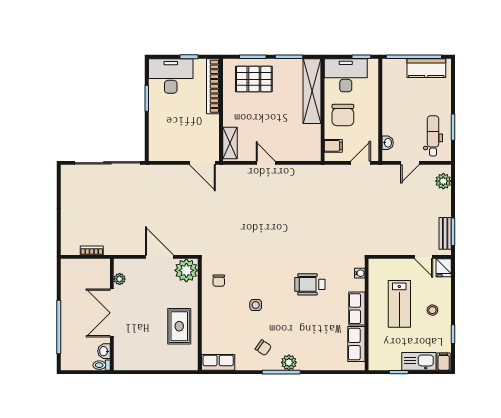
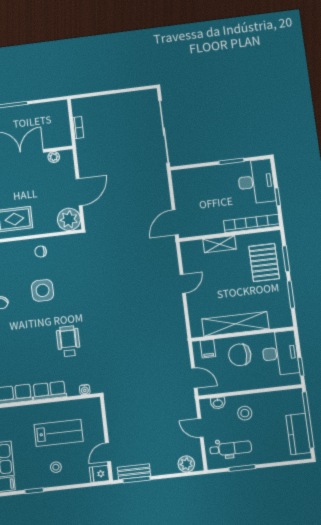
shelving: (312, 91) -> (235, 324), moved
stool: (400, 118) -> (245, 413), added
shelving: (230, 143) -> (220, 244), moved
chair: (219, 281) -> (41, 252), moved
lab bench: (399, 304) -> (59, 433), turned 180
side table: (256, 305) -> (43, 290), width x1.87, depth x1.87

